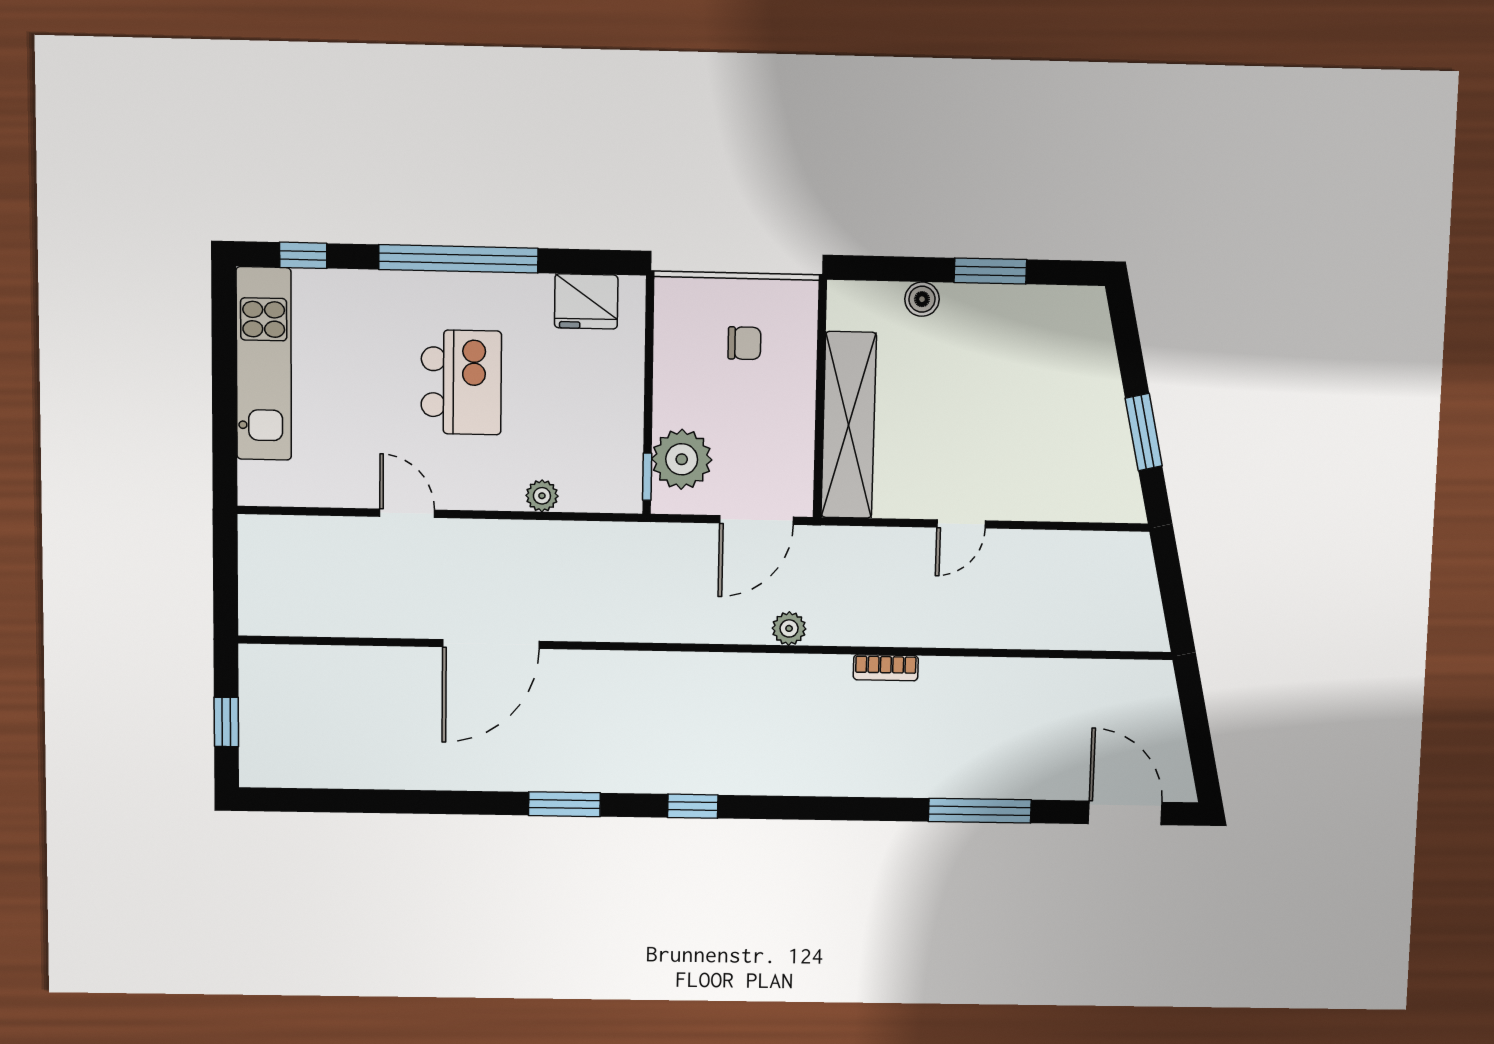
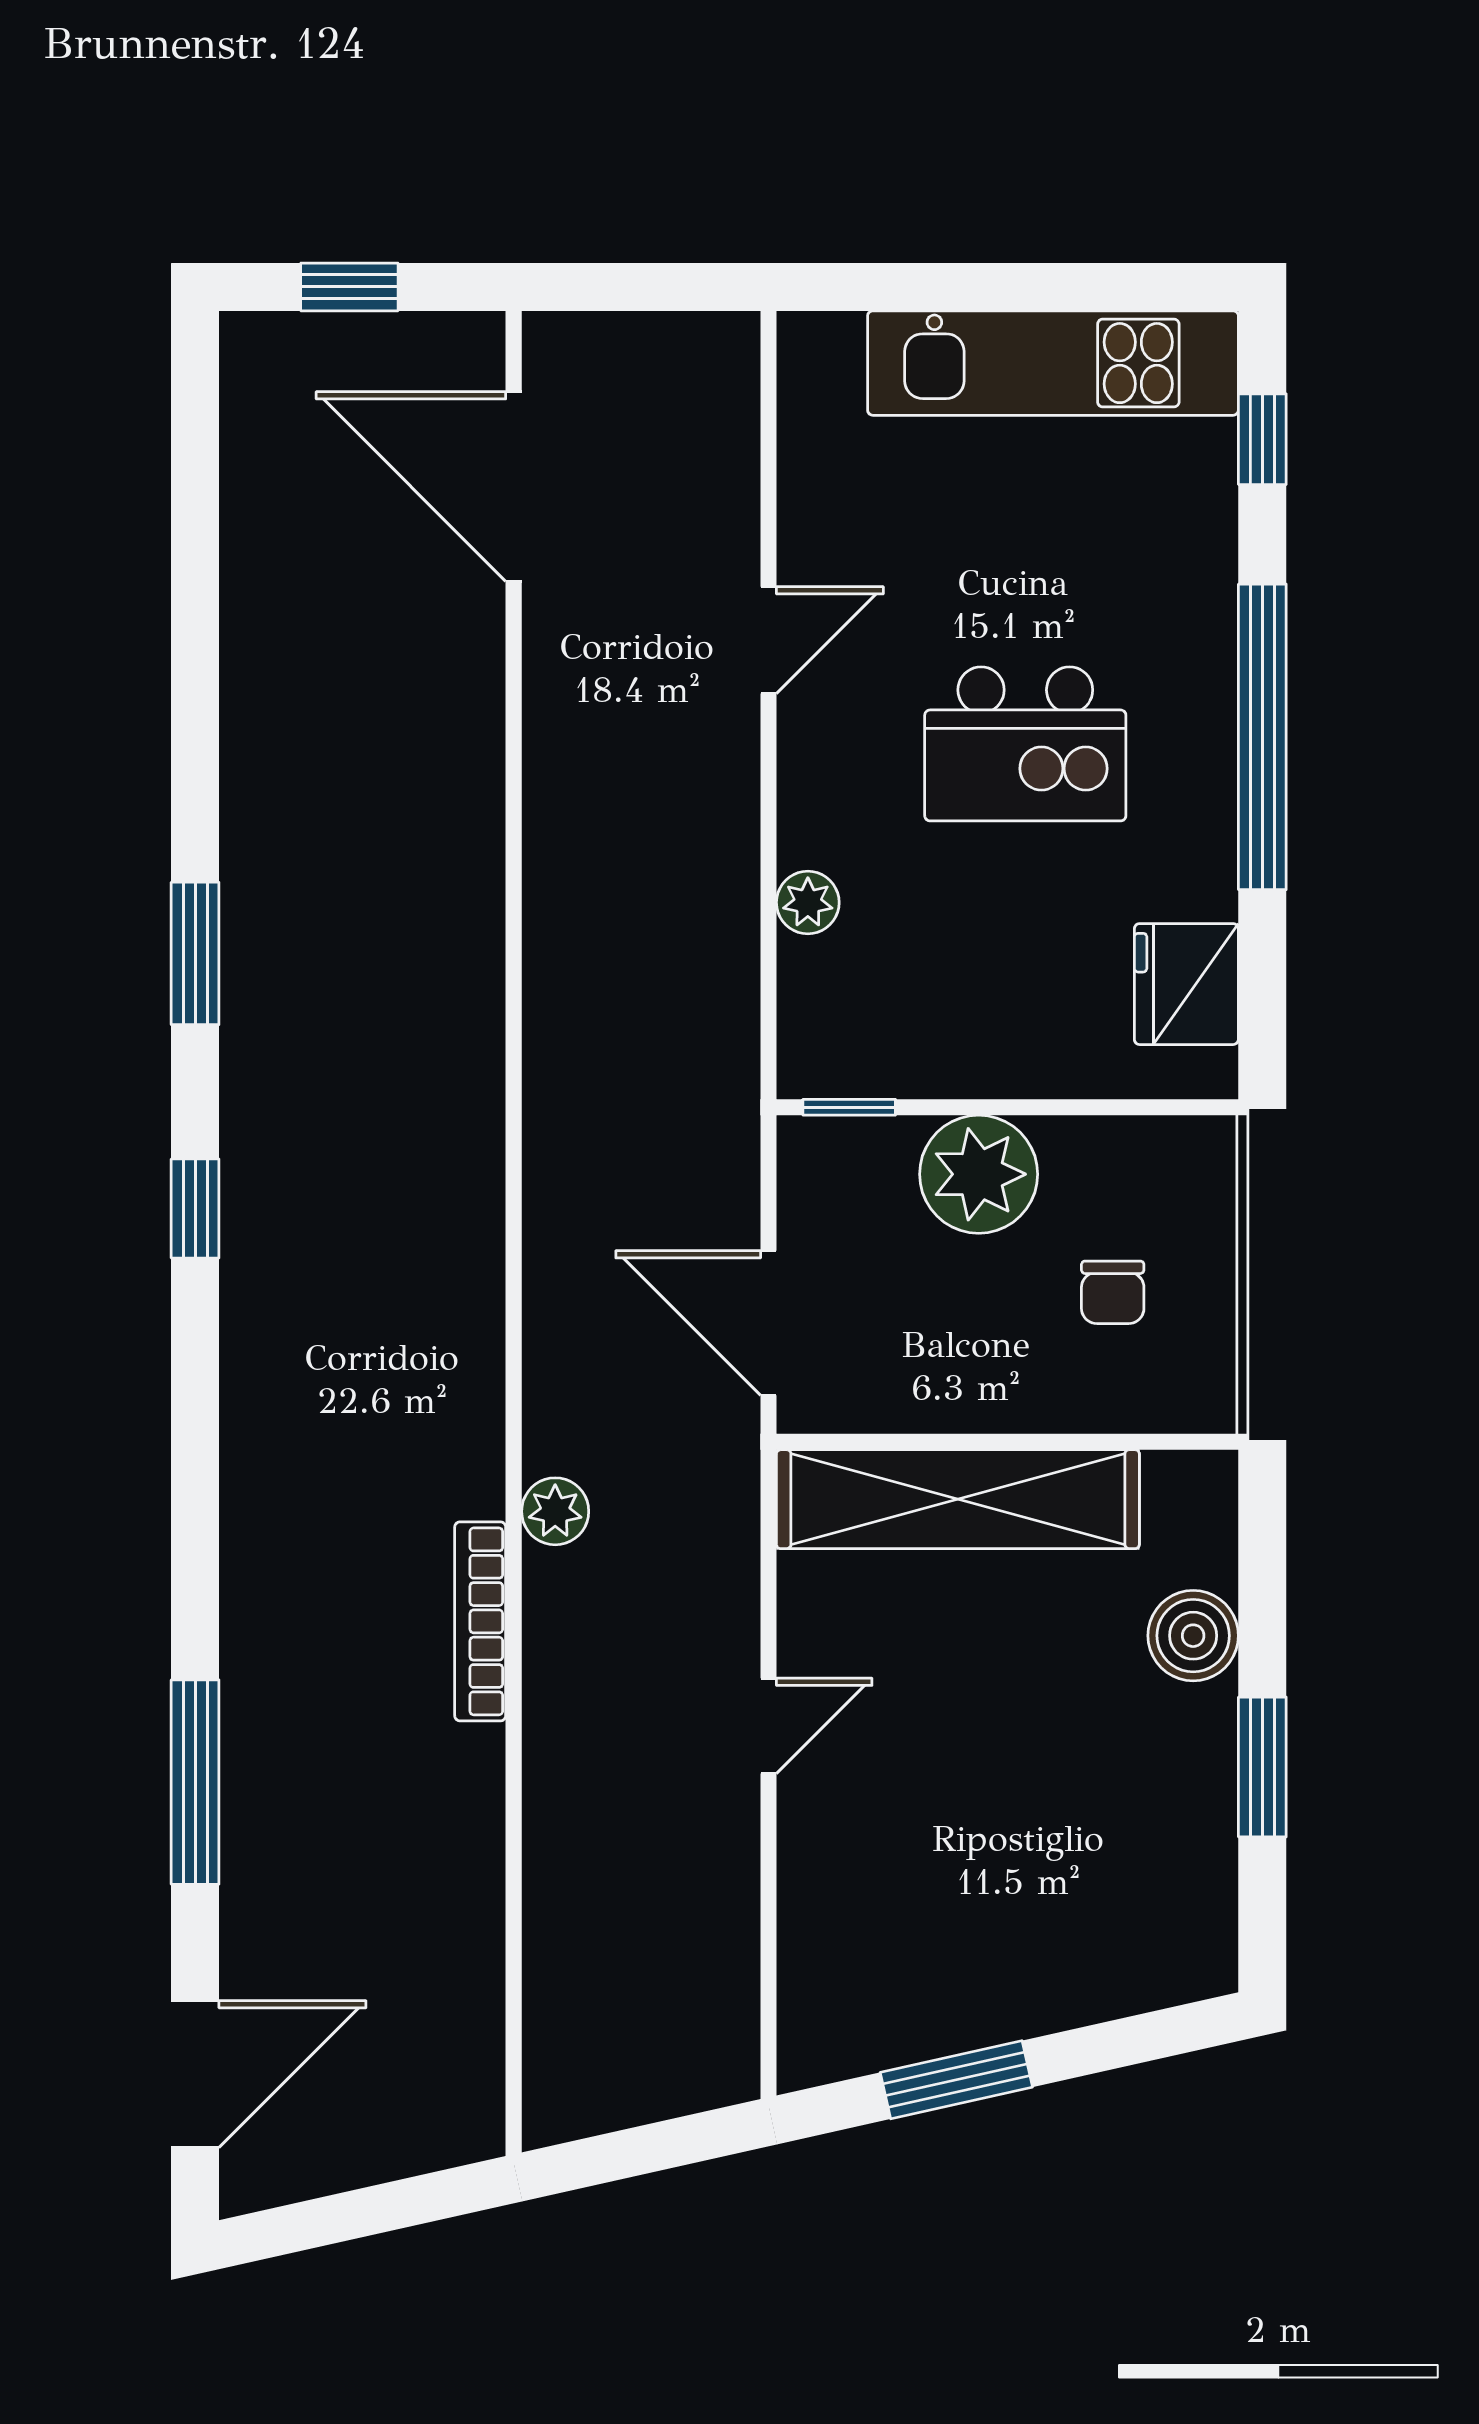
boiler: (922, 299) -> (1193, 1636), width x1.36, depth x1.36
plant: (682, 459) -> (979, 1174), moved
door: (961, 524) -> (768, 1726), swing flipped
plant: (789, 628) -> (555, 1511), moved
door: (491, 644) -> (514, 486), moved
bookcase: (886, 668) -> (480, 1621), width x1.56

